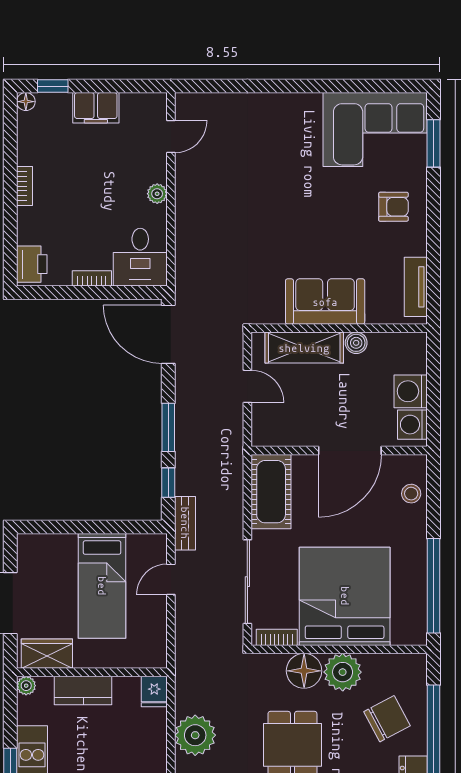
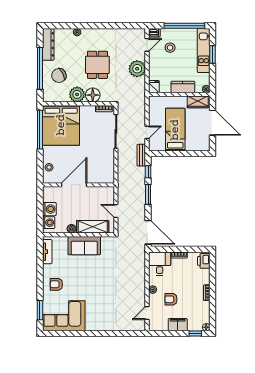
armchair: (112, 170) -> (171, 299), added
washing machine: (412, 425) -> (49, 223), moved
cot: (271, 492) -> (106, 168), removed
bed: (345, 596) -> (61, 125), moved

